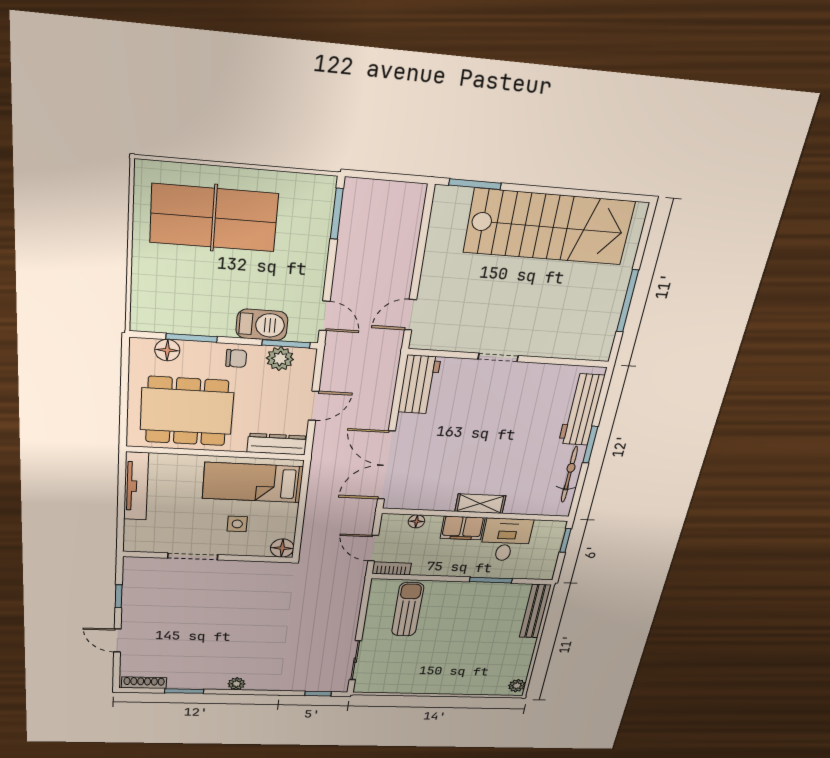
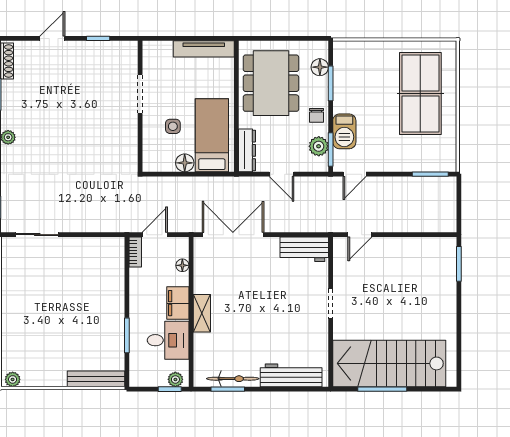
stairs: (549, 227) -> (389, 363), moved, turned 90
door: (410, 315) -> (360, 235), swing flipped
window: (590, 445) -> (228, 389), moved
plant: (555, 534) -> (175, 379), added
floor lamp: (282, 548) -> (185, 163), moved
sun lounger: (408, 609) -> (94, 271), removed

